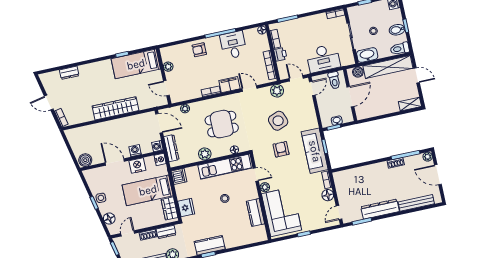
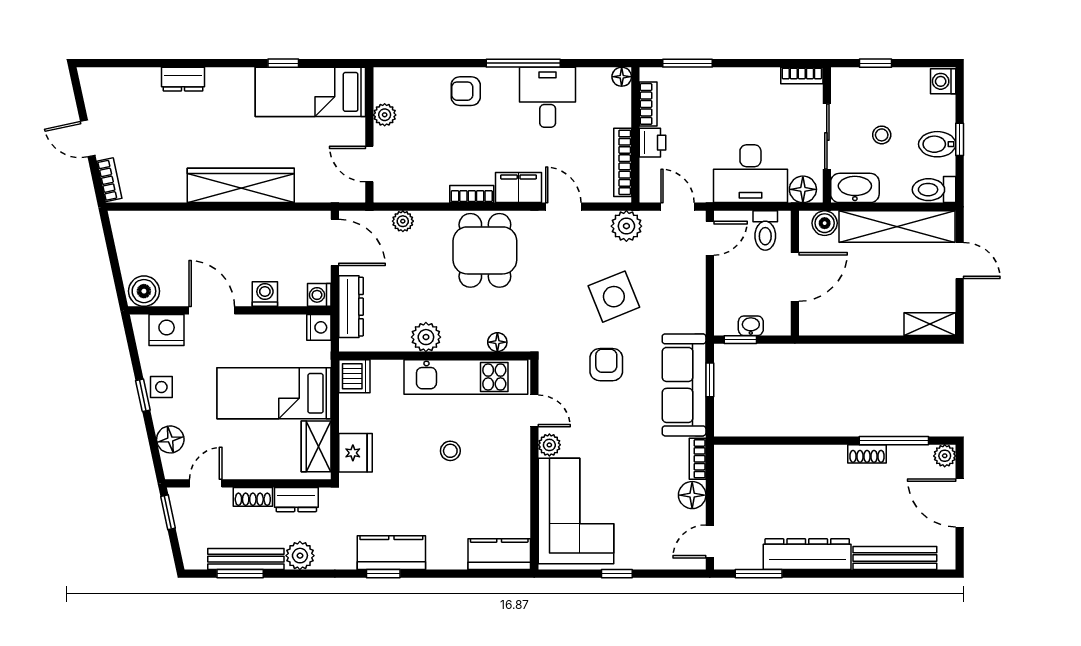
floor lamp: (346, 60) -> (803, 189), added
dresser: (69, 73) -> (183, 79), moved
dining table: (222, 124) -> (485, 250), moved, turned 90
nightstand: (137, 166) -> (167, 330), moved
kitchen counter: (255, 213) -> (499, 554), moved, turned 90

